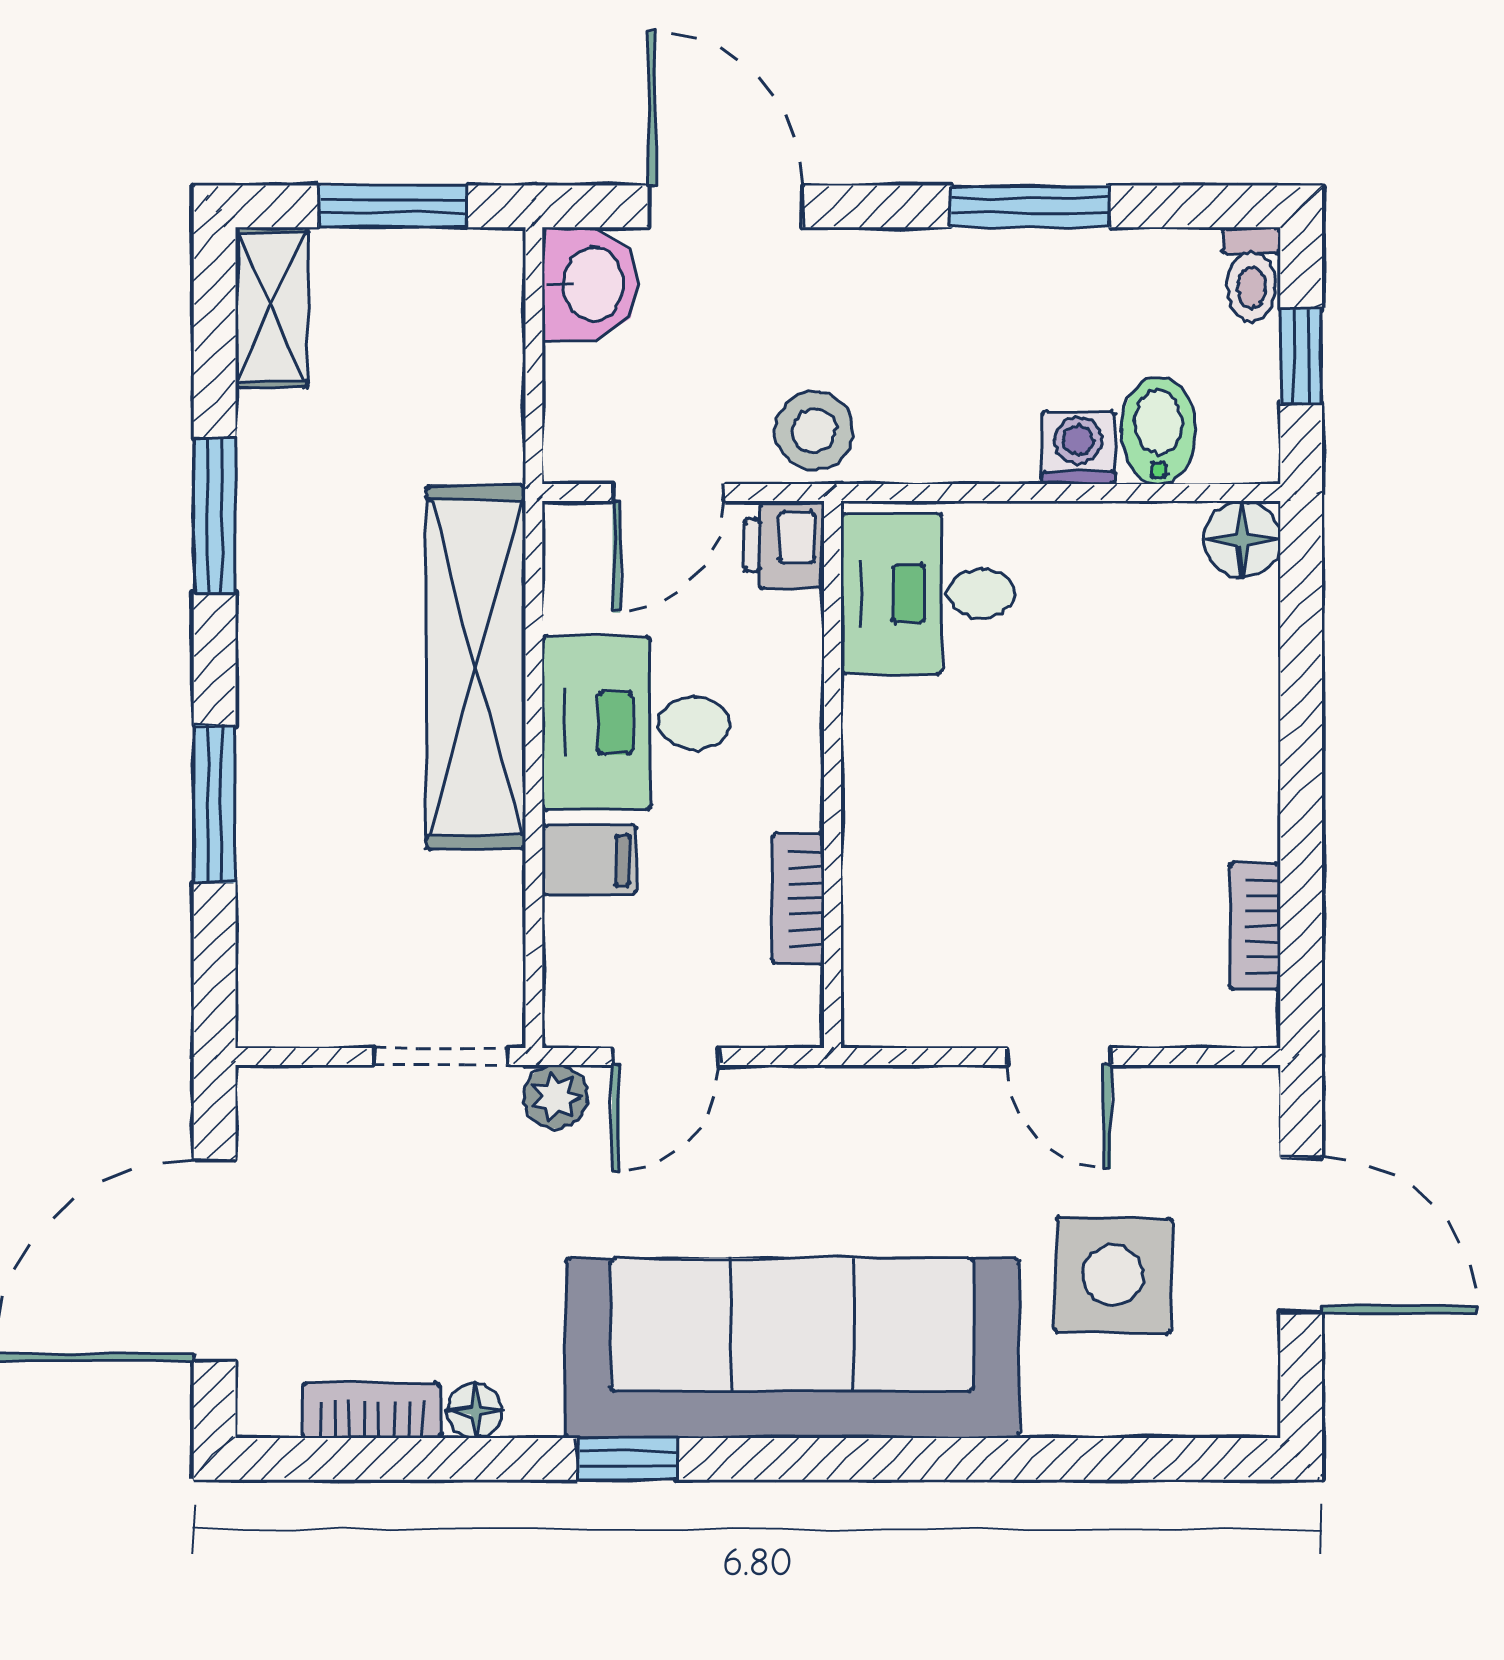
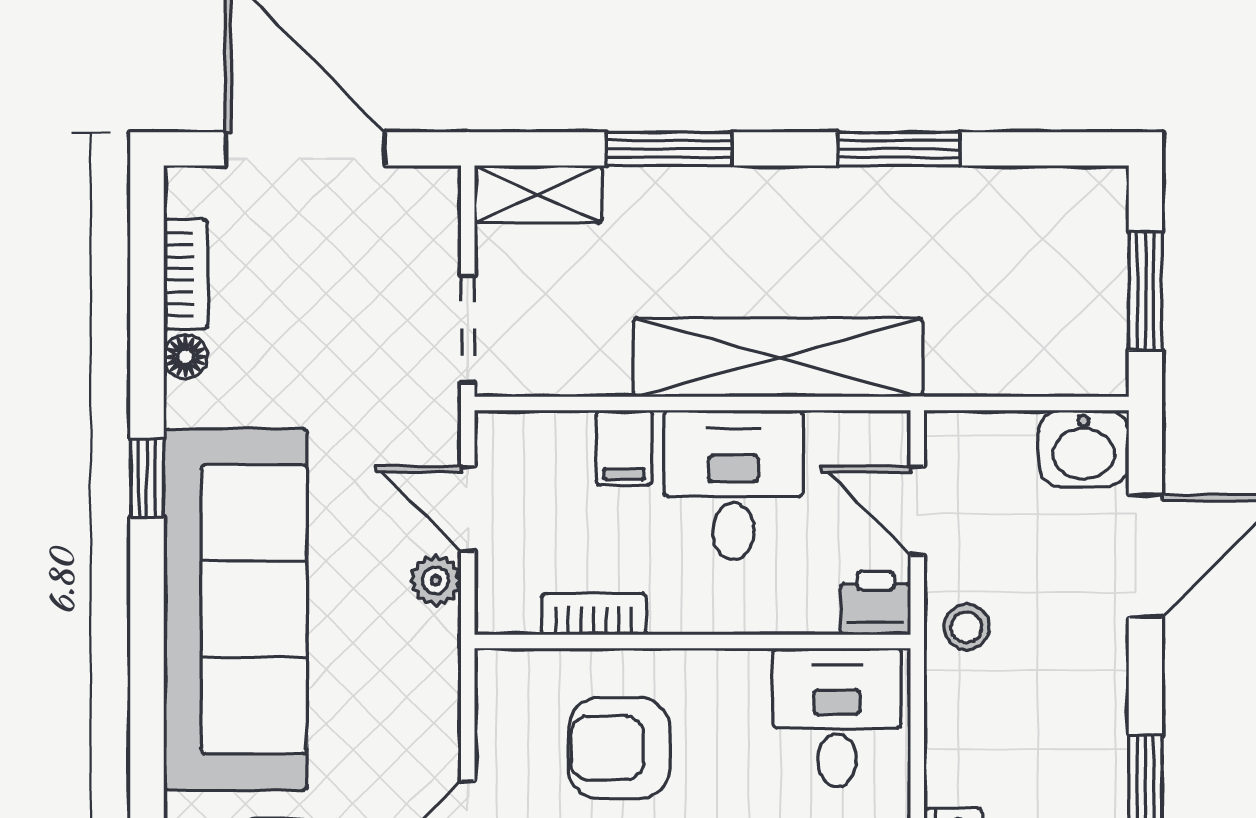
shelving: (271, 307) -> (538, 194), moved
stool: (814, 431) -> (967, 627), width x0.73, depth x0.73
armchair: (966, 866) -> (619, 748), added
plant: (556, 1097) -> (436, 580), moved

